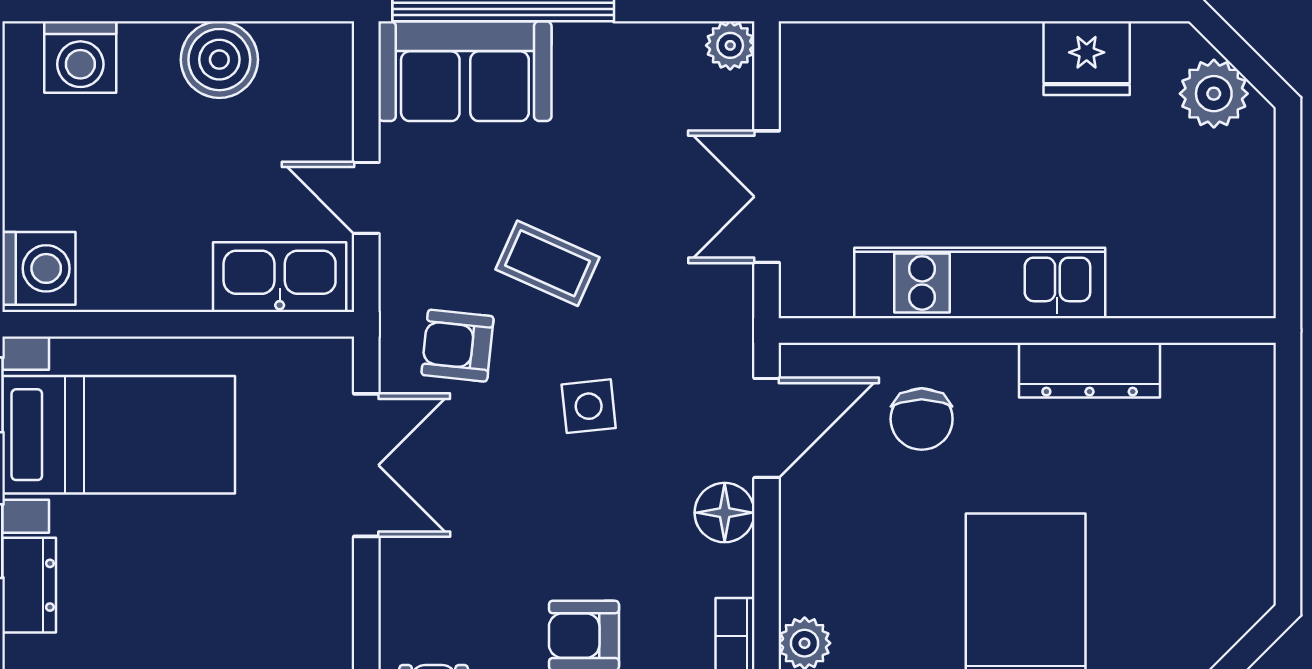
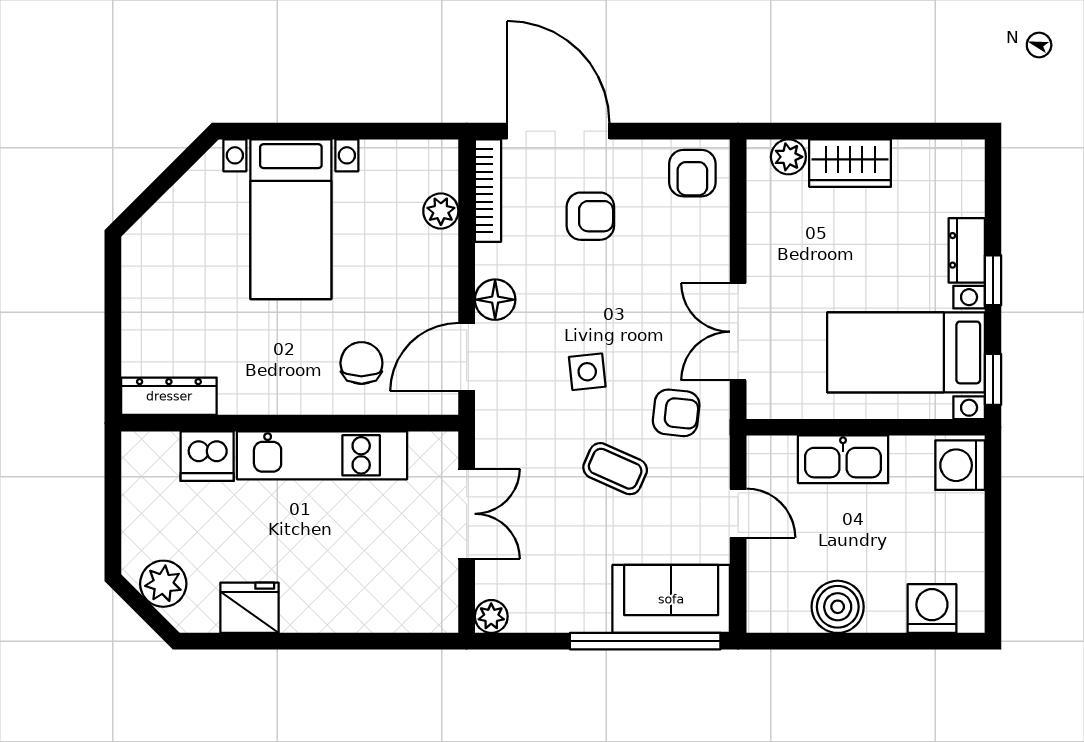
kitchen sink: (280, 277) -> (843, 459), moved
dishwasher: (1149, 282) -> (207, 456), added
dresser: (1090, 370) -> (169, 396), moved

